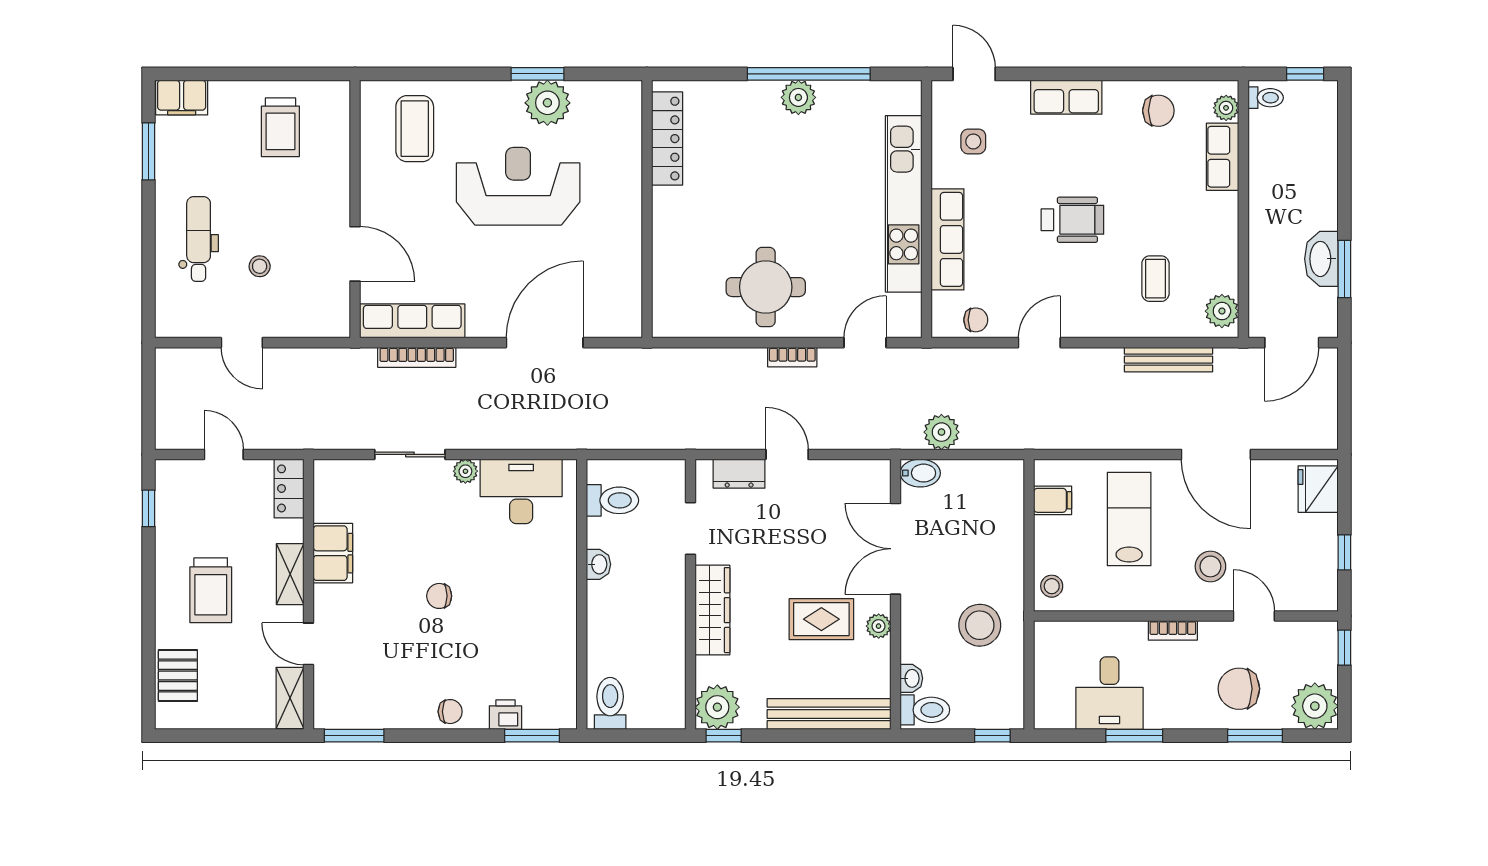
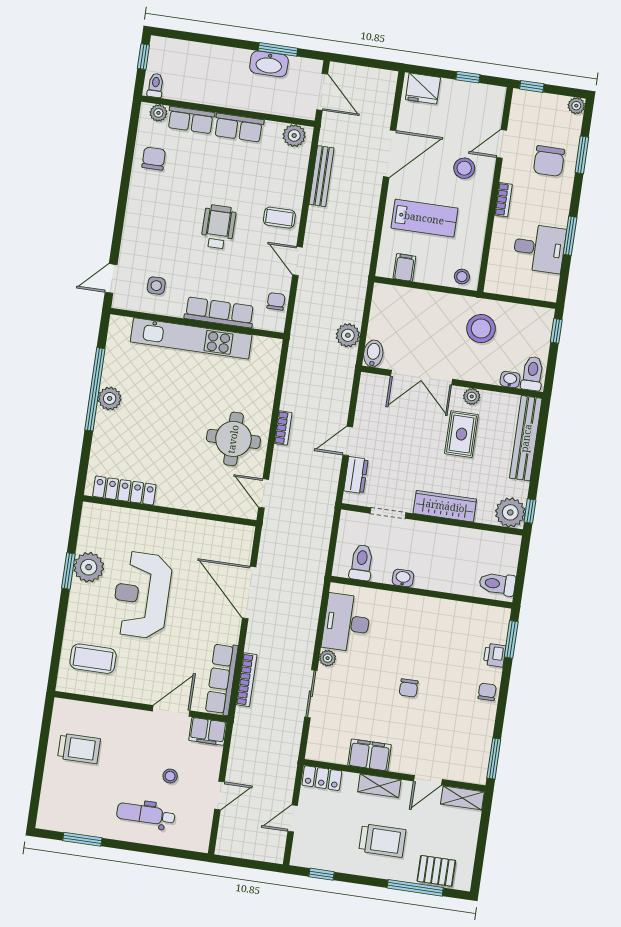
row of seats: (1066, 97) -> (239, 128), moved, turned 90
filing cabinet: (182, 98) -> (208, 731), moved, turned 90
coffee table: (1155, 279) -> (279, 218), moved
door: (865, 343) -> (264, 493), moved
lab bench: (1129, 519) -> (424, 218), turned 180
window: (148, 648) -> (415, 888), added
plant: (1315, 706) -> (576, 106), width x0.53, depth x0.53

